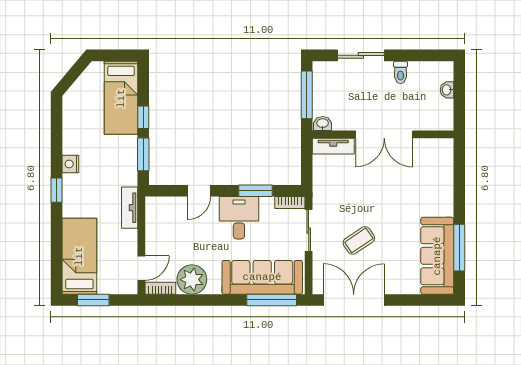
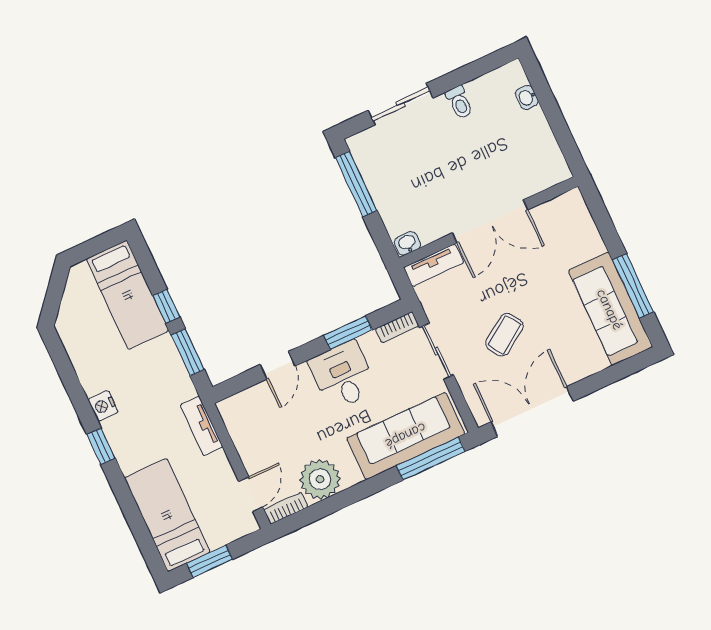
washbasin: (323, 124) -> (407, 243), moved
wall: (383, 134) -> (489, 222), moved
double door: (384, 134) -> (490, 221), moved
tv unit: (333, 146) -> (434, 265), moved

